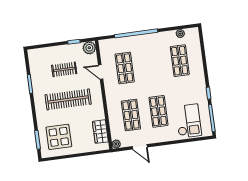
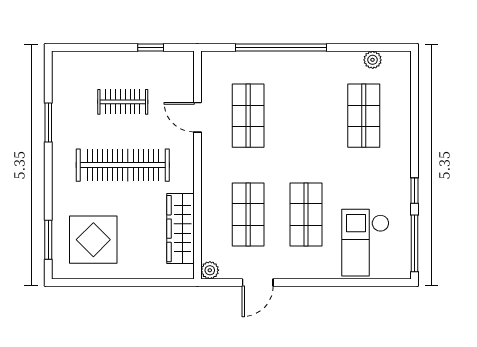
plant: (89, 48) -> (181, 64), removed
checkout: (188, 121) -> (365, 243), turned 180
wardrobe: (100, 132) -> (180, 229), width x1.50
door: (140, 147) -> (258, 283), hinge flipped

